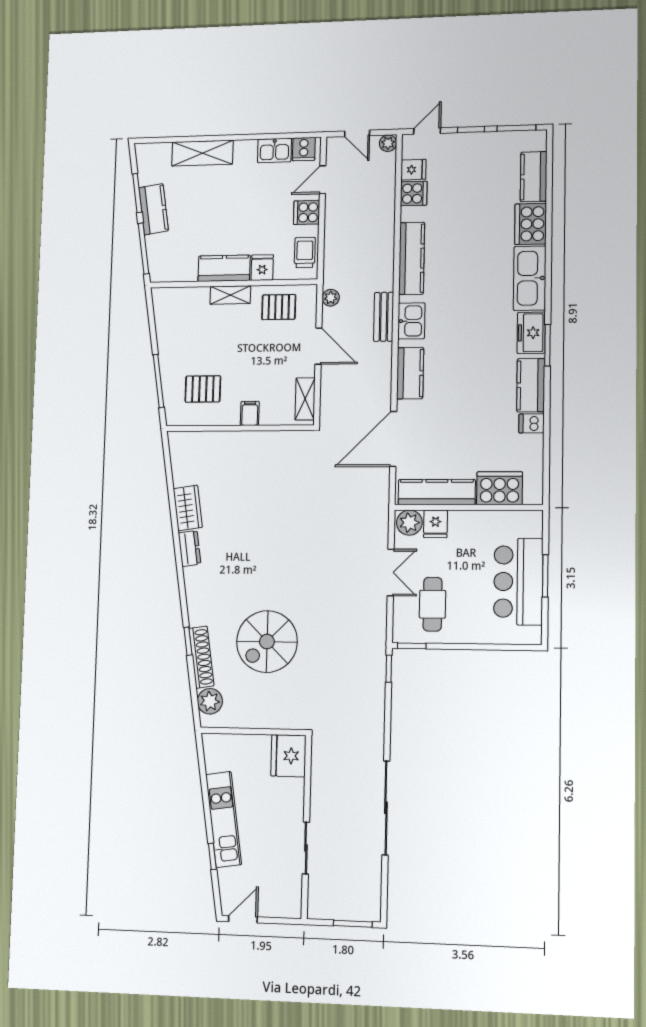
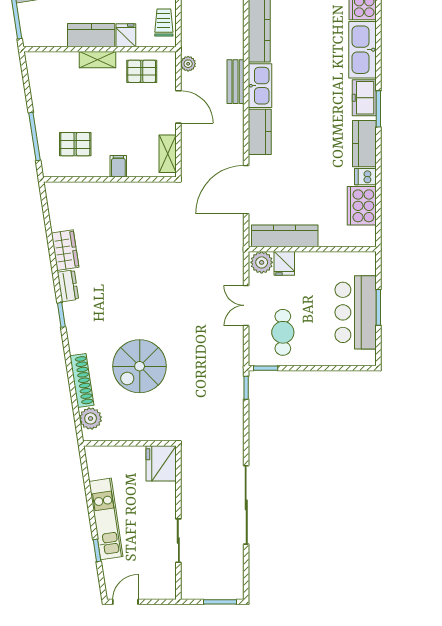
kitchen sink: (411, 321) -> (260, 86), width x1.38
cooker: (500, 488) -> (362, 206), moved, turned -90
double door: (391, 572) -> (246, 305), swing flipped
window: (188, 641) -> (61, 315), moved

